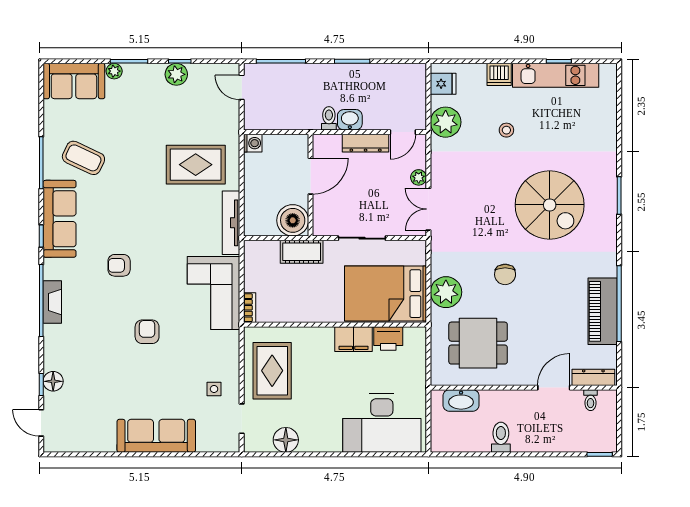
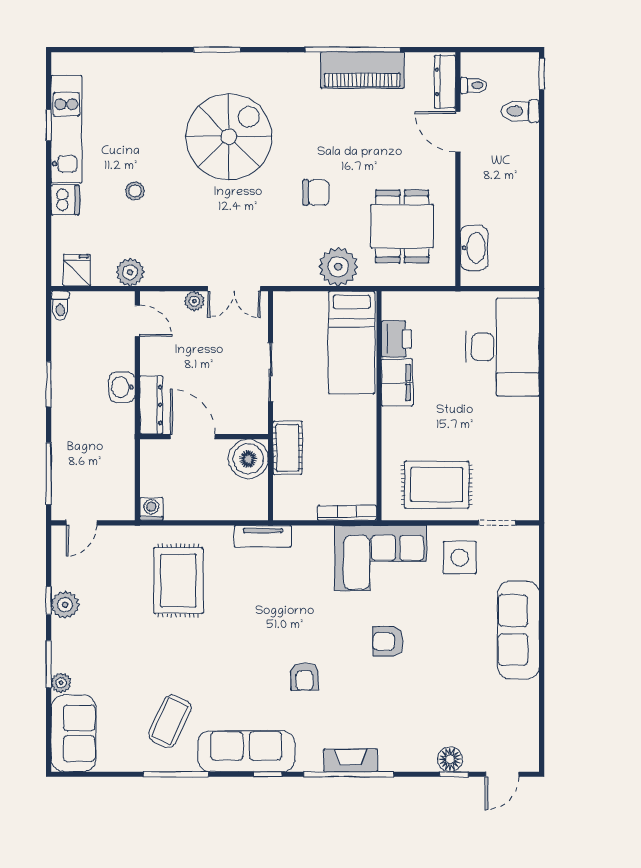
toilet: (329, 118) -> (60, 306), moved, turned -90
plant: (446, 122) -> (130, 272), width x0.73, depth x0.73
dresser: (366, 143) -> (151, 405), moved
tv unit: (231, 223) -> (263, 536), width x0.71
corner sofa: (214, 293) -> (381, 558), moved
bed: (386, 294) -> (352, 342), width x0.67
bookcase: (250, 308) -> (347, 513), width x1.56
side table: (214, 389) -> (460, 558), width x1.87, depth x1.87
toilet: (501, 437) -> (520, 111), moved
floor lamp: (286, 440) -> (524, 468), removed

